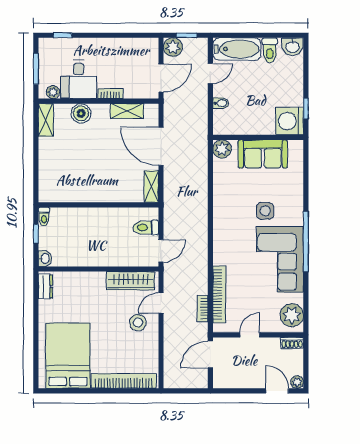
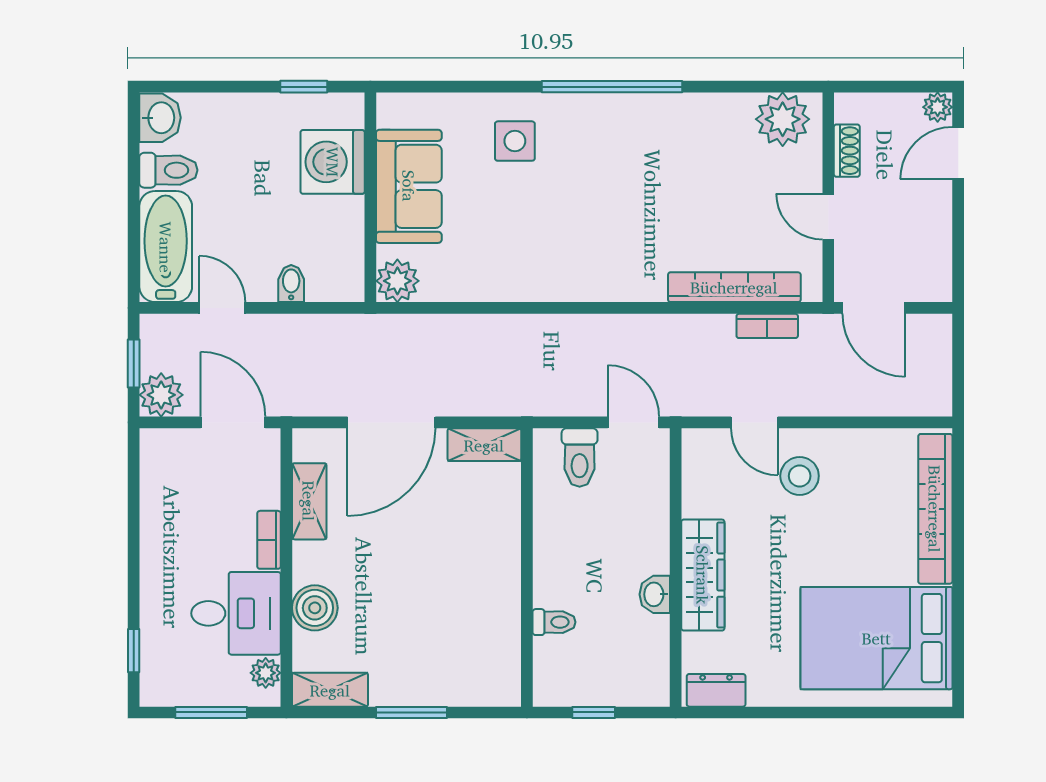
washing machine: (290, 121) -> (333, 162), moved, turned 90
window: (36, 155) -> (411, 712), added
side table: (265, 211) -> (515, 141), moved
toilet: (44, 217) -> (554, 622), moved
washbasin: (45, 258) -> (655, 594), moved, turned -90
corner sofa: (280, 259) -> (653, 147), removed
wardrobe: (131, 281) -> (703, 575), moved
shoe rack: (292, 343) -> (847, 151), moved

